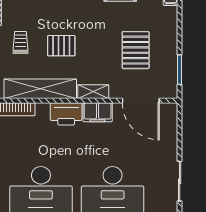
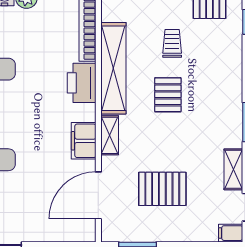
trolley: (21, 42) -> (172, 43), turned -90
printer: (66, 114) -> (82, 83), moved

